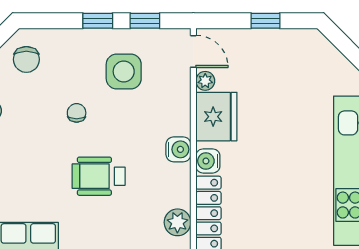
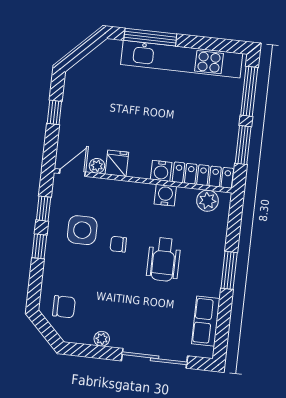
chair: (77, 113) -> (118, 244), moved
fridge: (216, 117) -> (117, 163), width x0.53, depth x0.75
water cooler: (178, 149) -> (165, 195), moved

